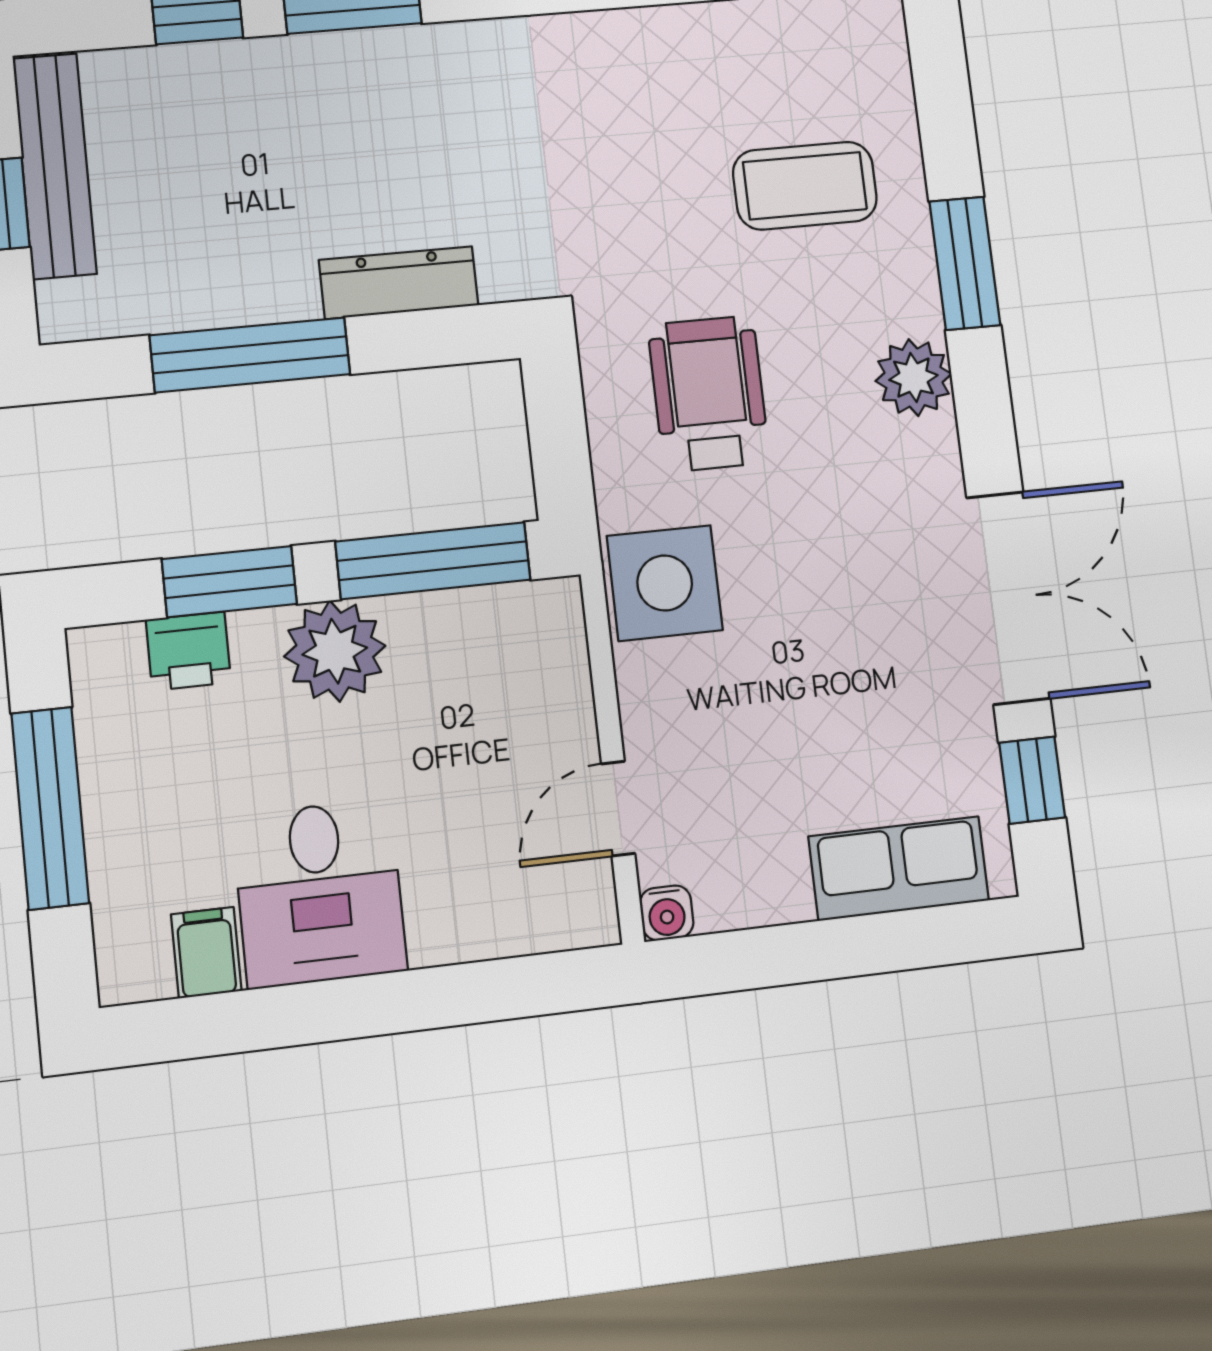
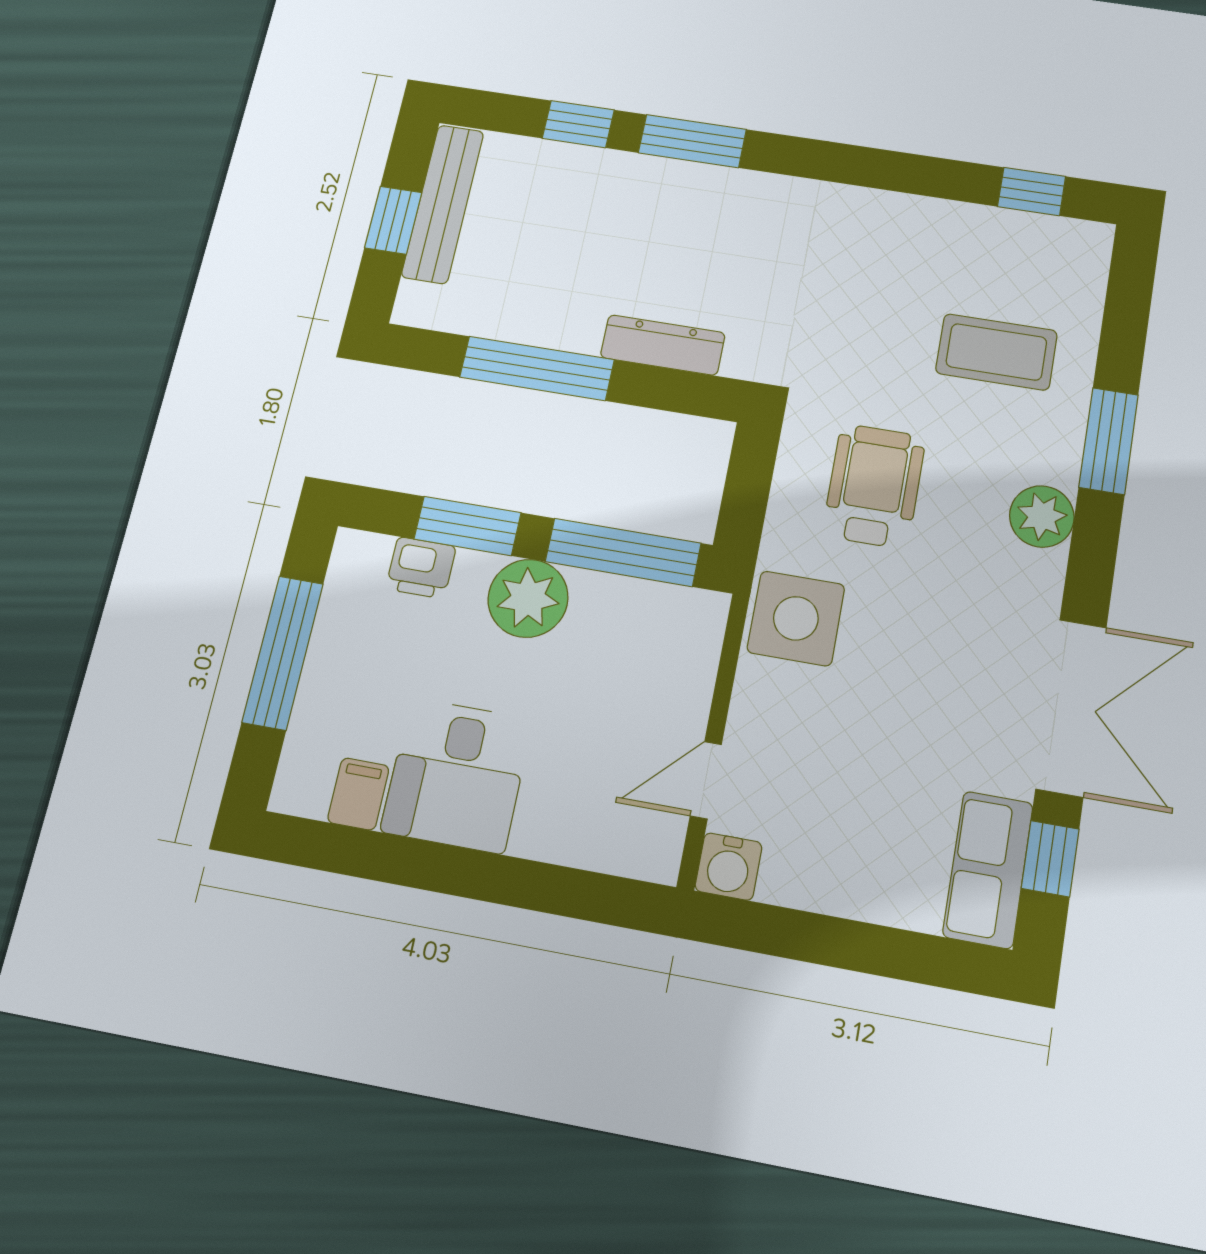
row of seats: (899, 868) -> (988, 869), moved, turned -90
water cooler: (667, 913) -> (729, 867), width x1.38, depth x1.38

